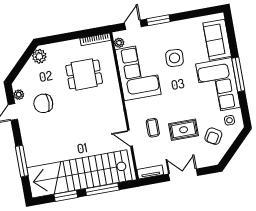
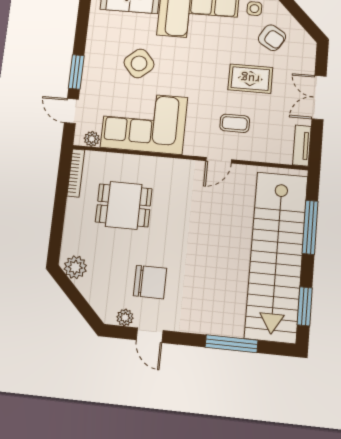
side table: (175, 58) -> (139, 63), turned 45
dining table: (84, 74) -> (124, 205), turned 90
chair: (43, 103) -> (150, 282), turned -90
rug: (184, 130) -> (250, 79), turned 90
door: (130, 138) -> (219, 160), moved
window: (66, 196) -> (305, 306), moved

